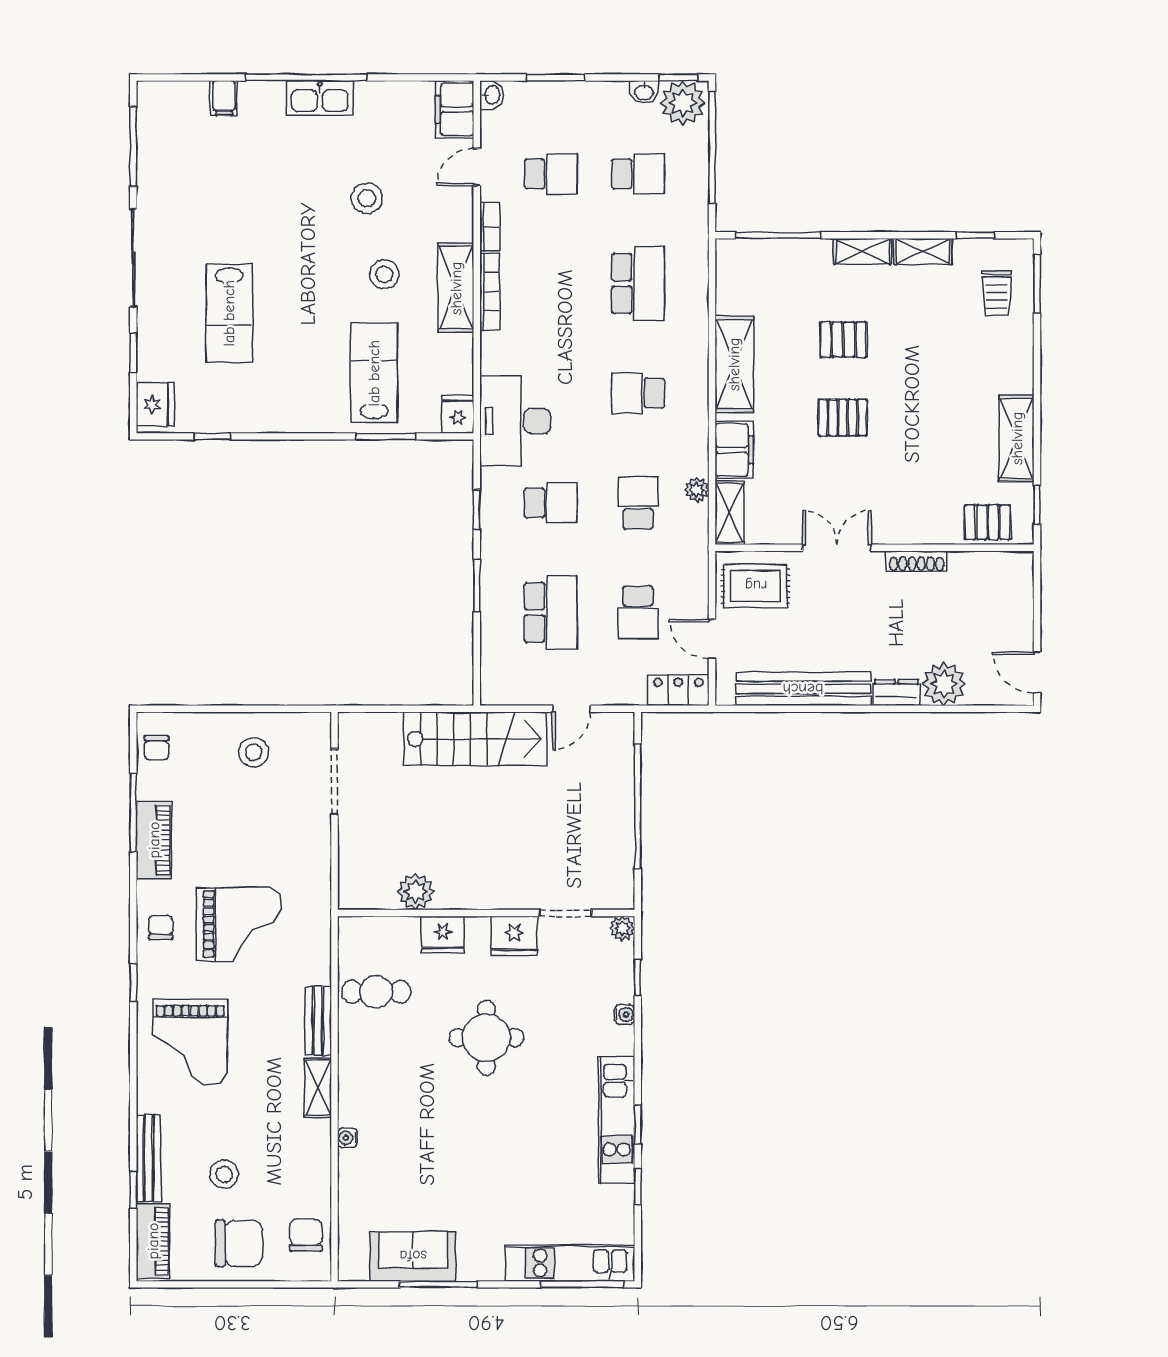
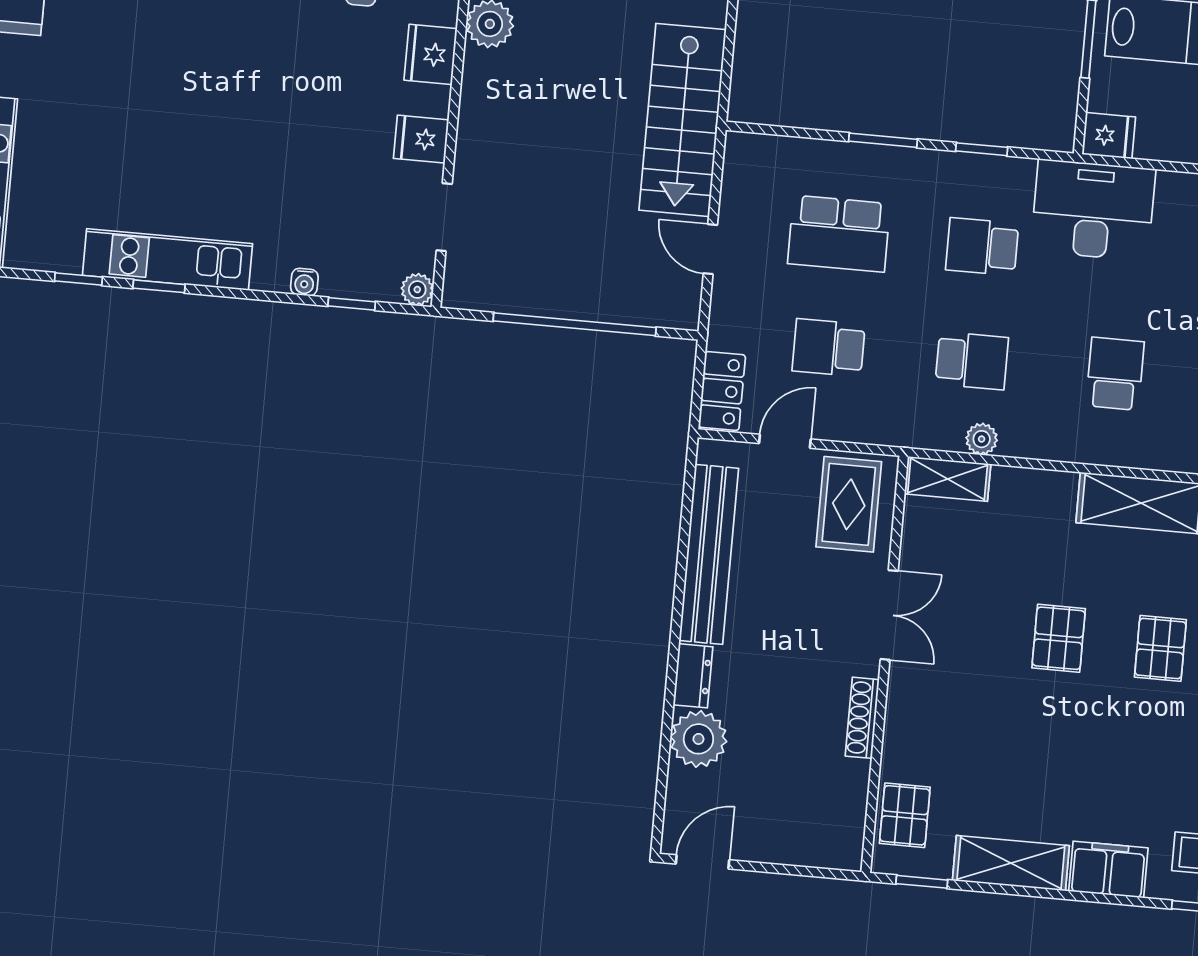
filing cabinet: (734, 450) -> (1108, 870), moved, turned 180
school desk: (551, 503) -> (982, 247), turned 90
fridge: (514, 936) -> (421, 139), width x0.72
round table: (486, 1038) -> (291, 99), removed

